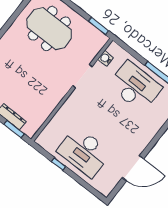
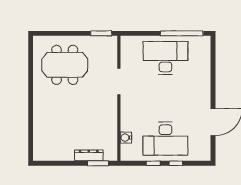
water cooler: (105, 58) -> (126, 138), moved
window: (77, 178) -> (176, 163), added

